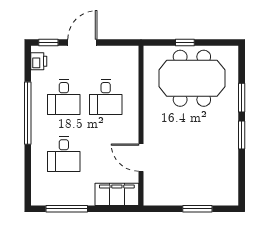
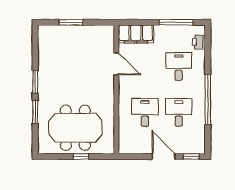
door: (82, 42) -> (164, 157), swing flipped
printer: (39, 61) -> (199, 42), moved

